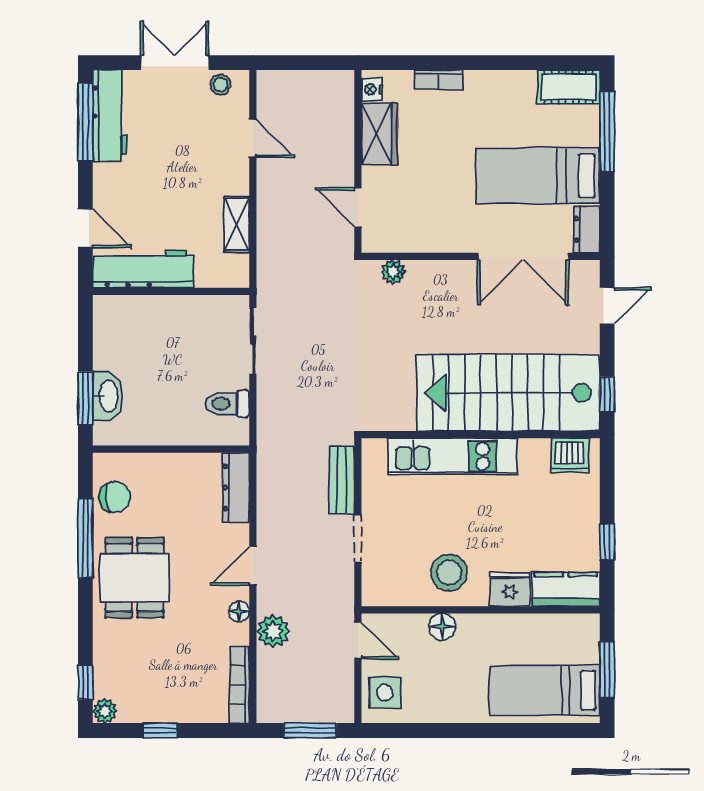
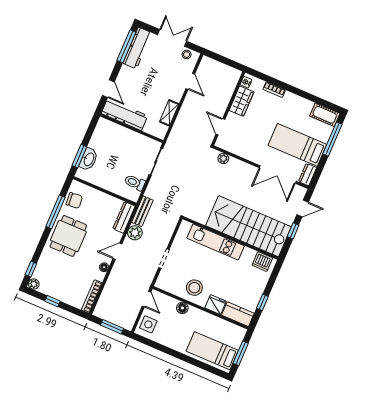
window: (607, 394) -> (293, 231), moved
bench: (342, 480) -> (142, 211), moved
plant: (273, 631) -> (135, 233), moved

